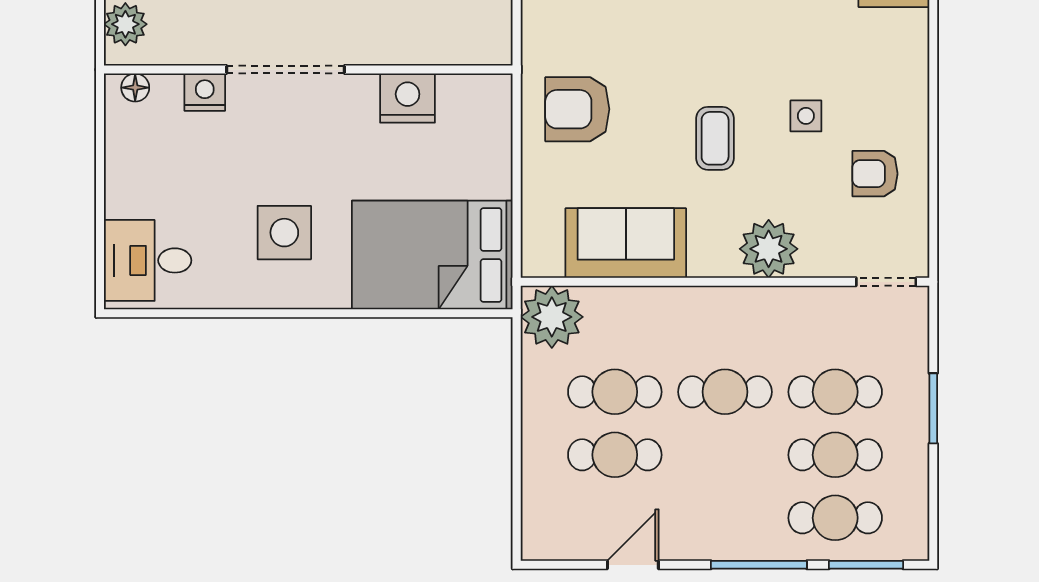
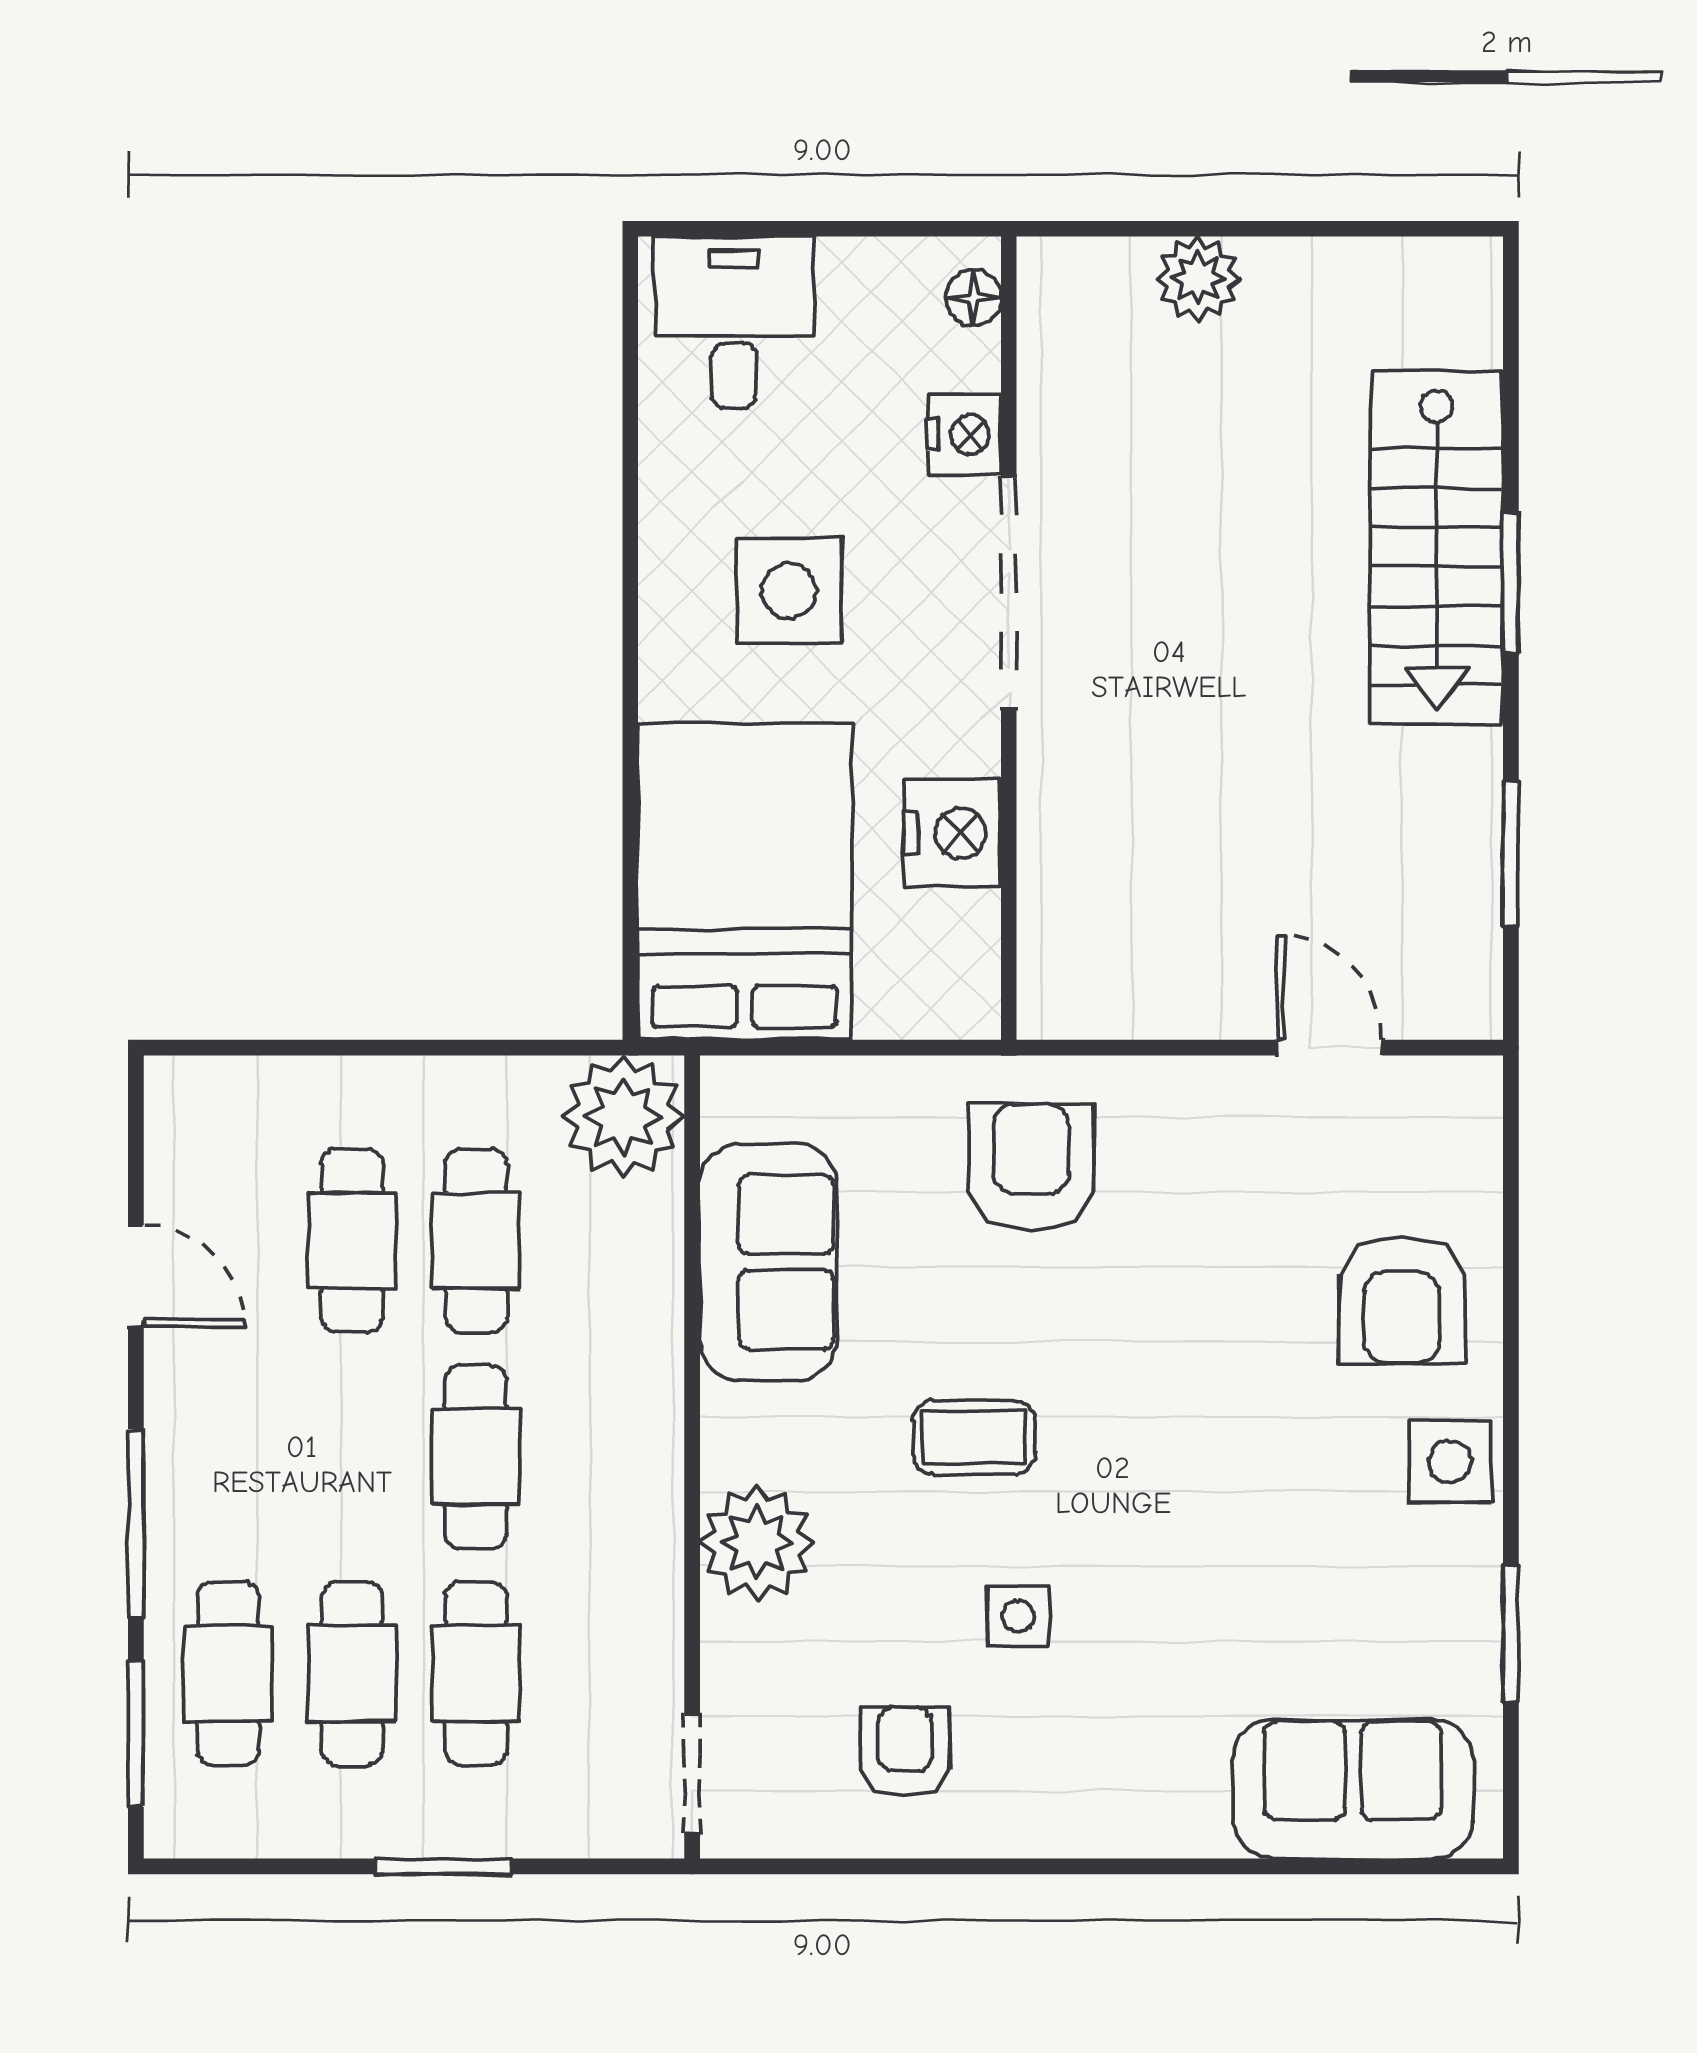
doorway: (285, 70) -> (1009, 593), moved
wall: (308, 70) -> (1009, 638), moved
floor lamp: (135, 88) -> (973, 298), moved
nightstand: (205, 92) -> (964, 435), moved
nightstand: (408, 98) -> (953, 833), moved

